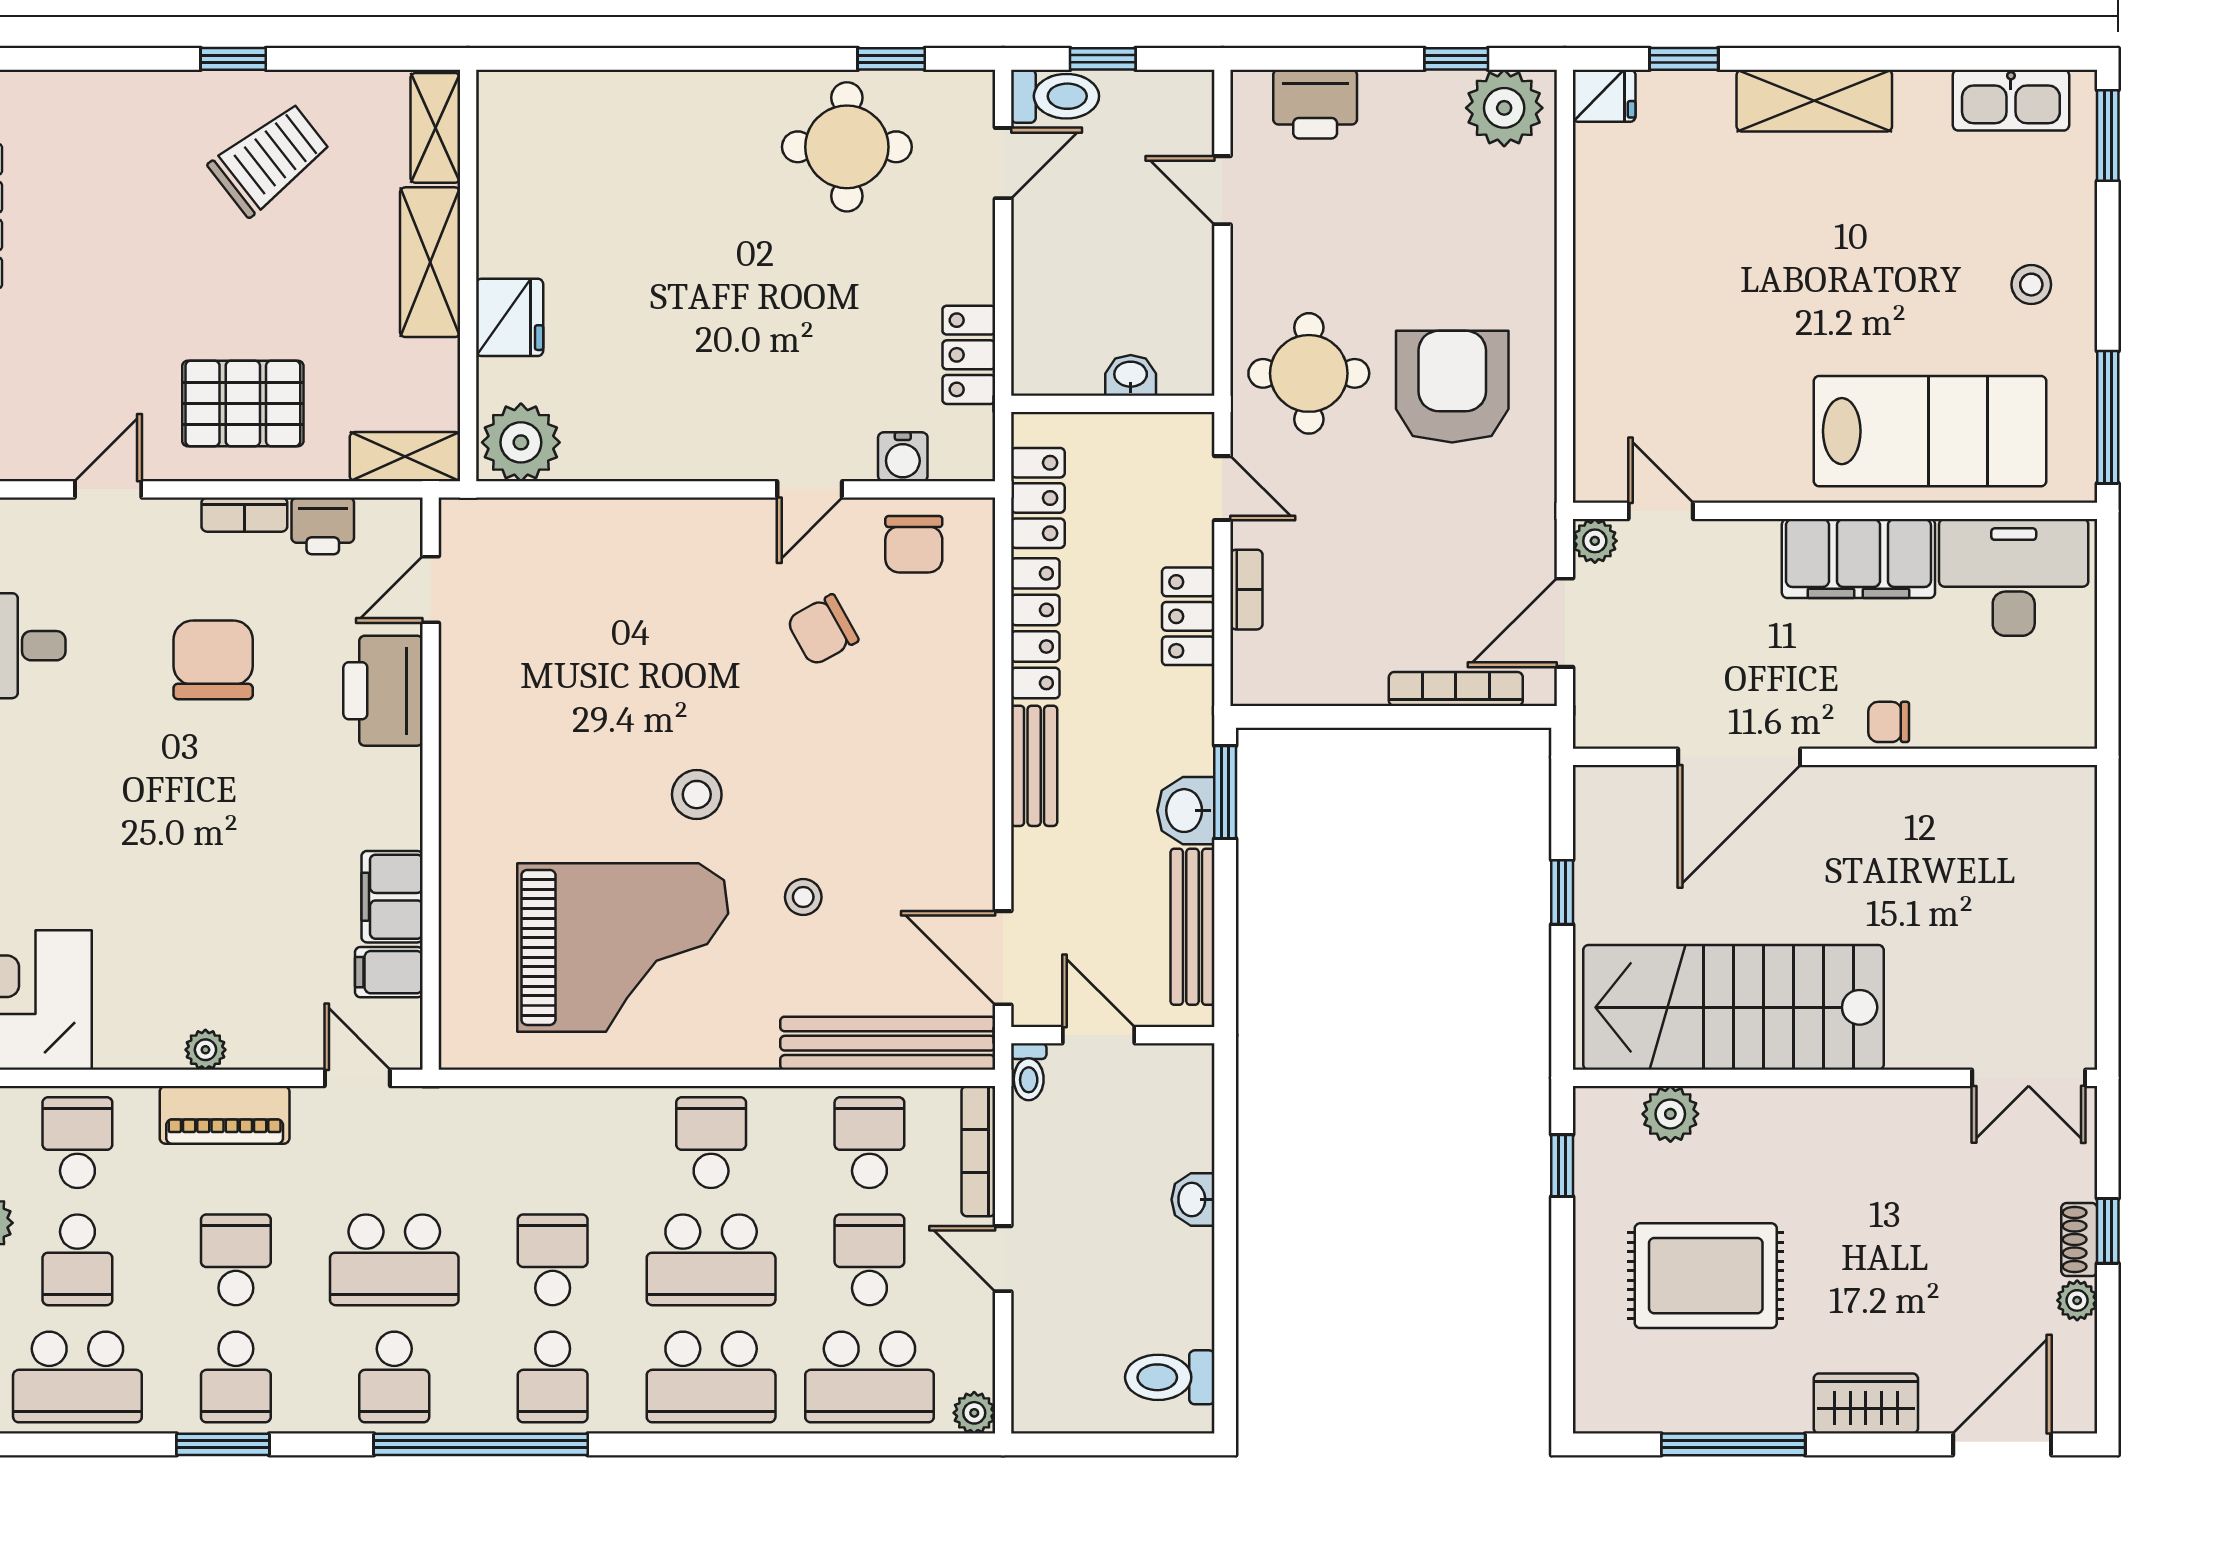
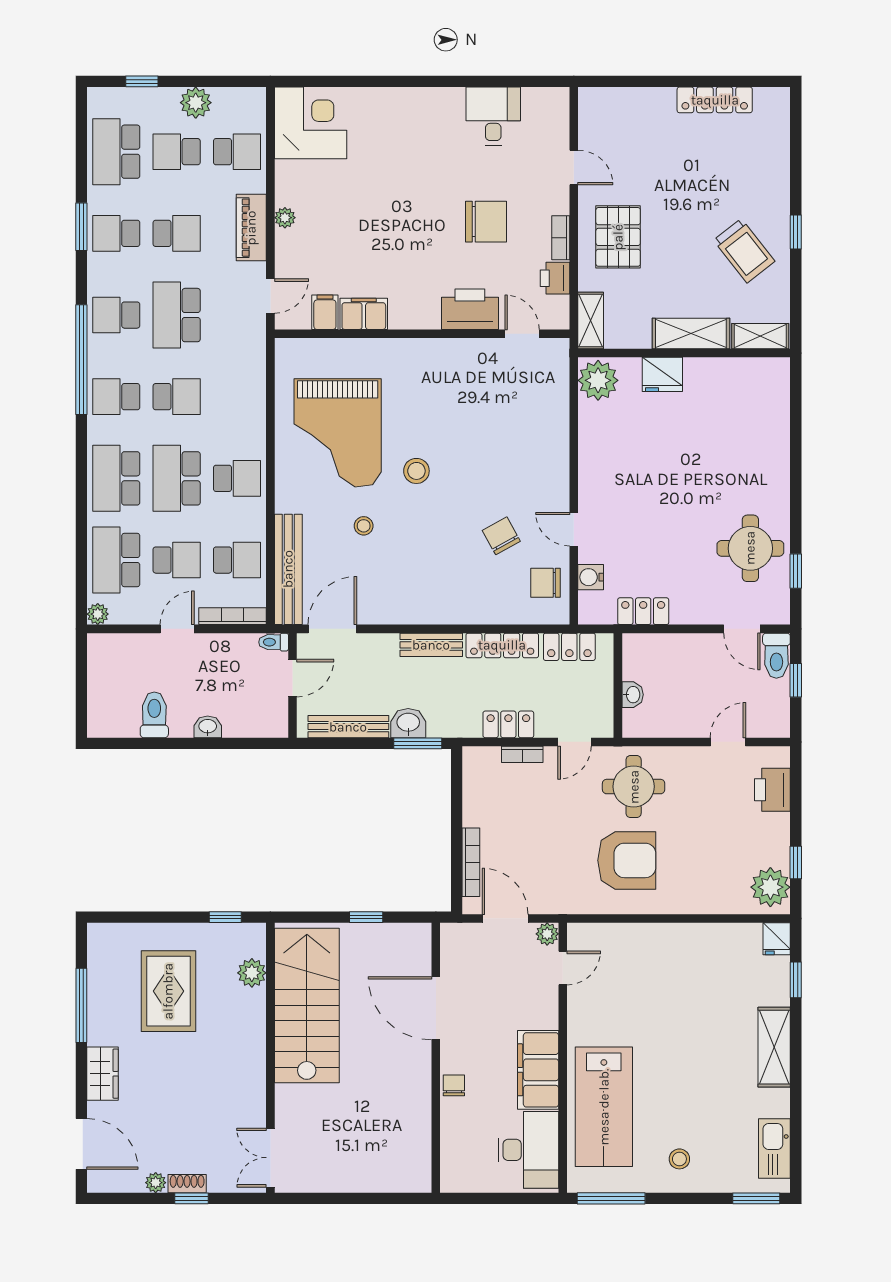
toilet: (1170, 1377) -> (154, 715), moved

